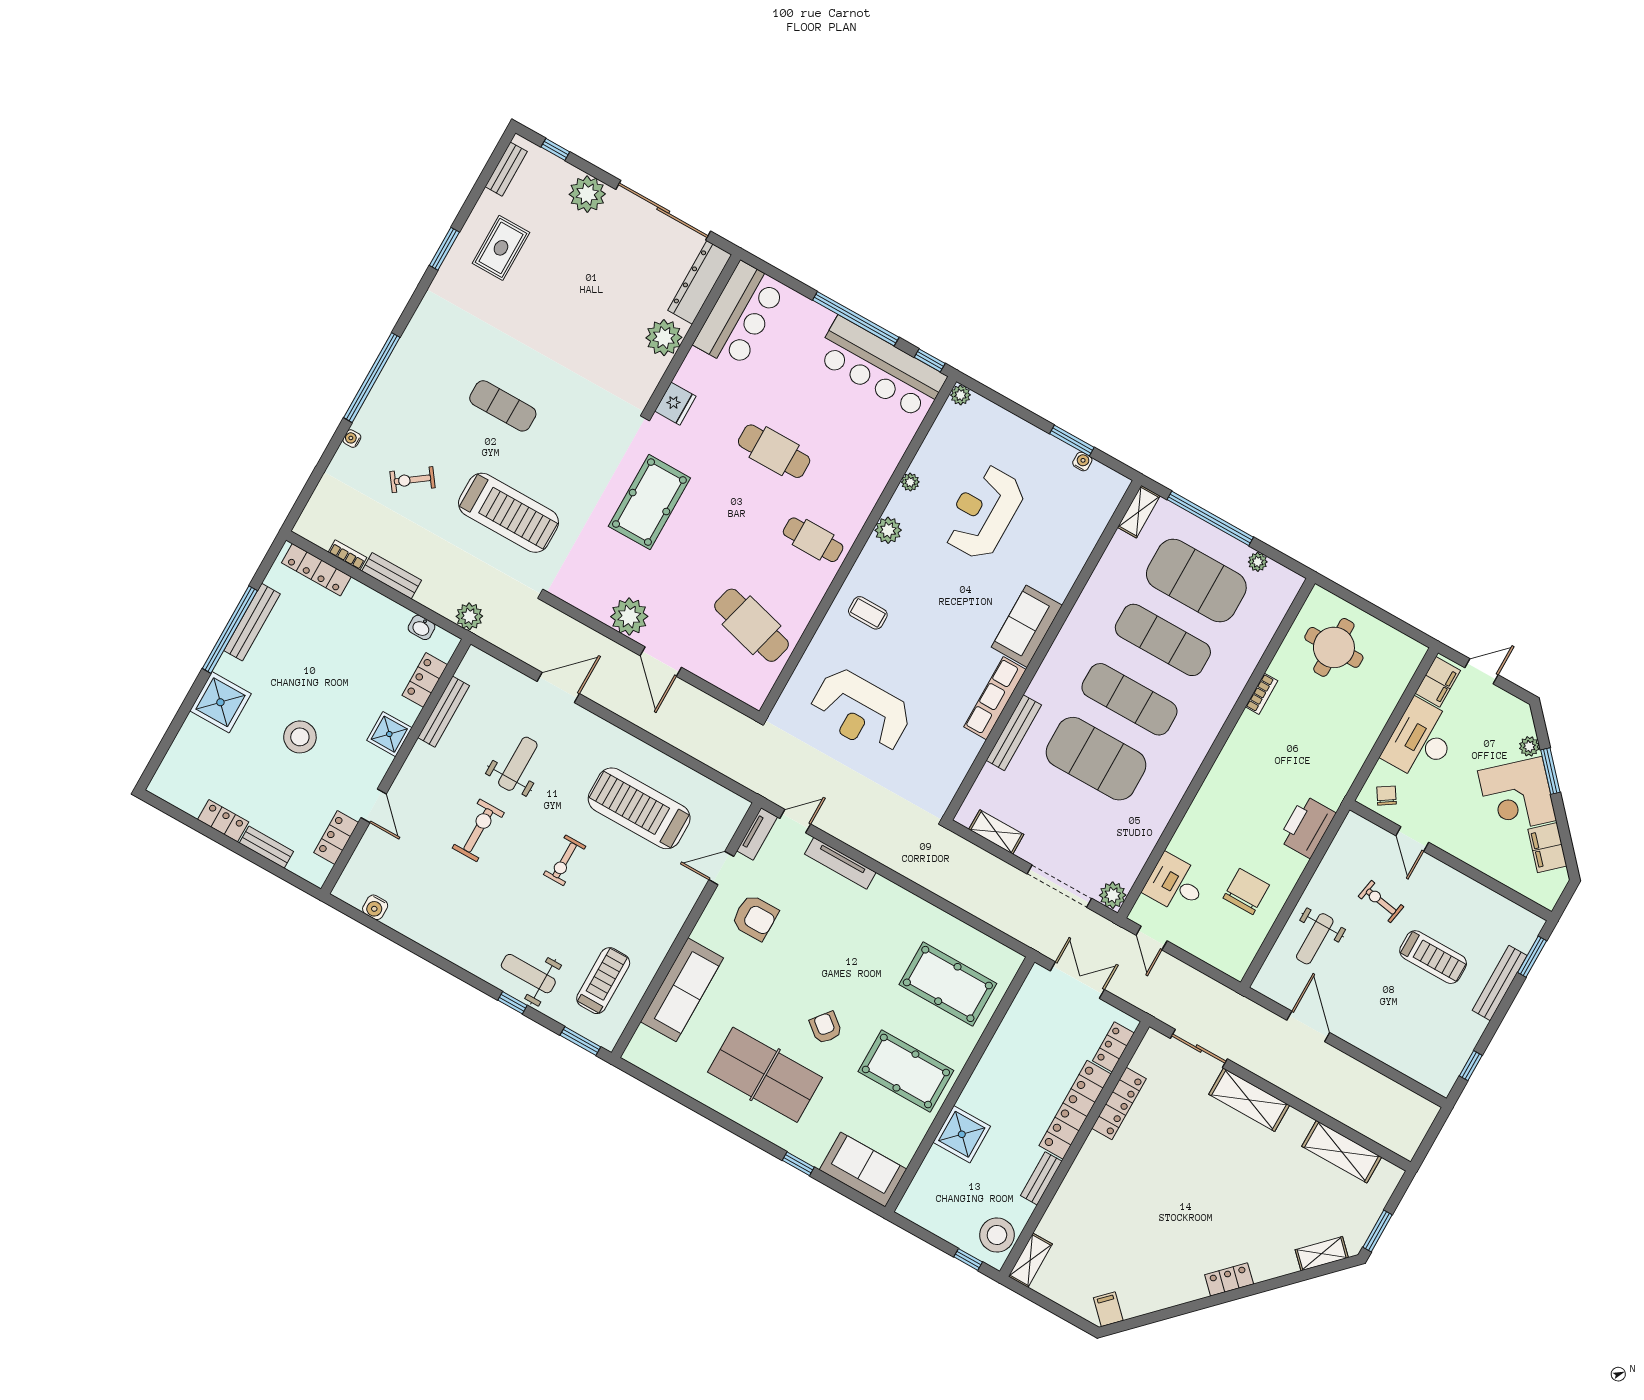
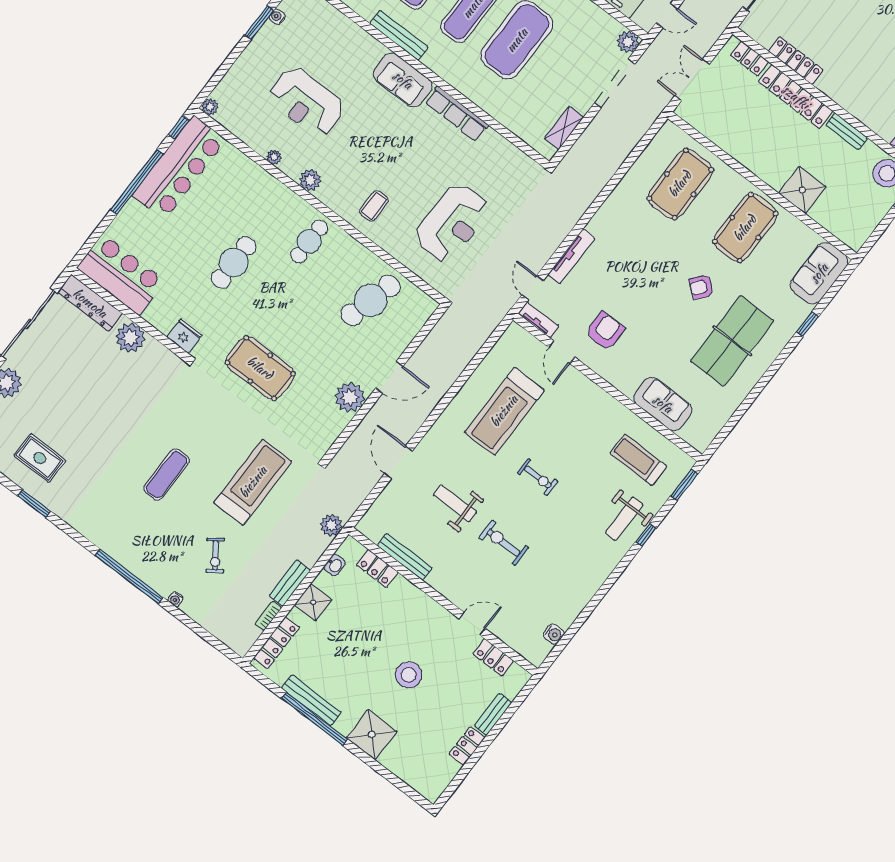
bench: (1014, 733) -> (399, 35), moved
shower: (389, 734) -> (313, 602), moved
sofa: (682, 990) -> (663, 404), width x0.73

